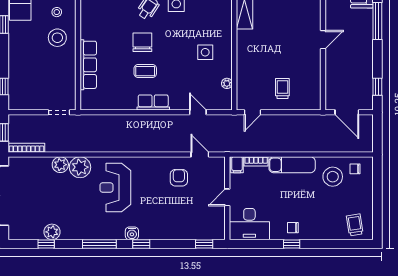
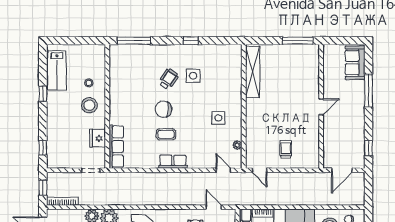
chair: (142, 42) -> (163, 109), turned -90
row of seats: (88, 65) -> (116, 147), moved
fridge: (67, 76) -> (98, 138), added
door: (198, 112) -> (224, 170), moved
door: (253, 112) -> (260, 170), hinge flipped
door: (347, 112) -> (342, 170), hinge flipped

